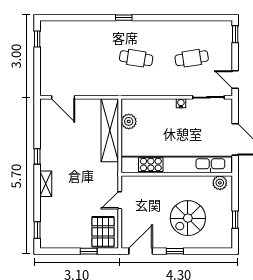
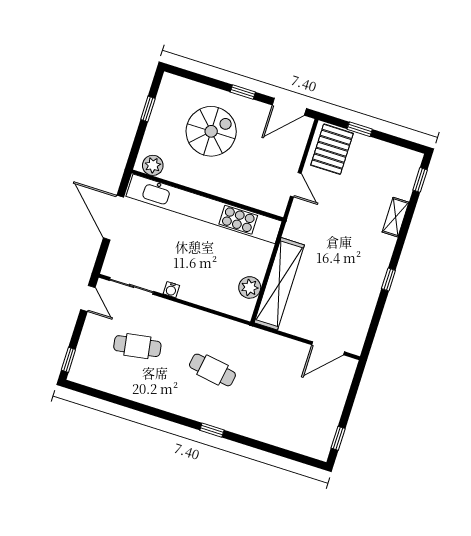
door: (63, 97) -> (328, 348), swing flipped
shelving: (46, 184) -> (396, 217), moved
door: (120, 200) -> (296, 185), hinge flipped

